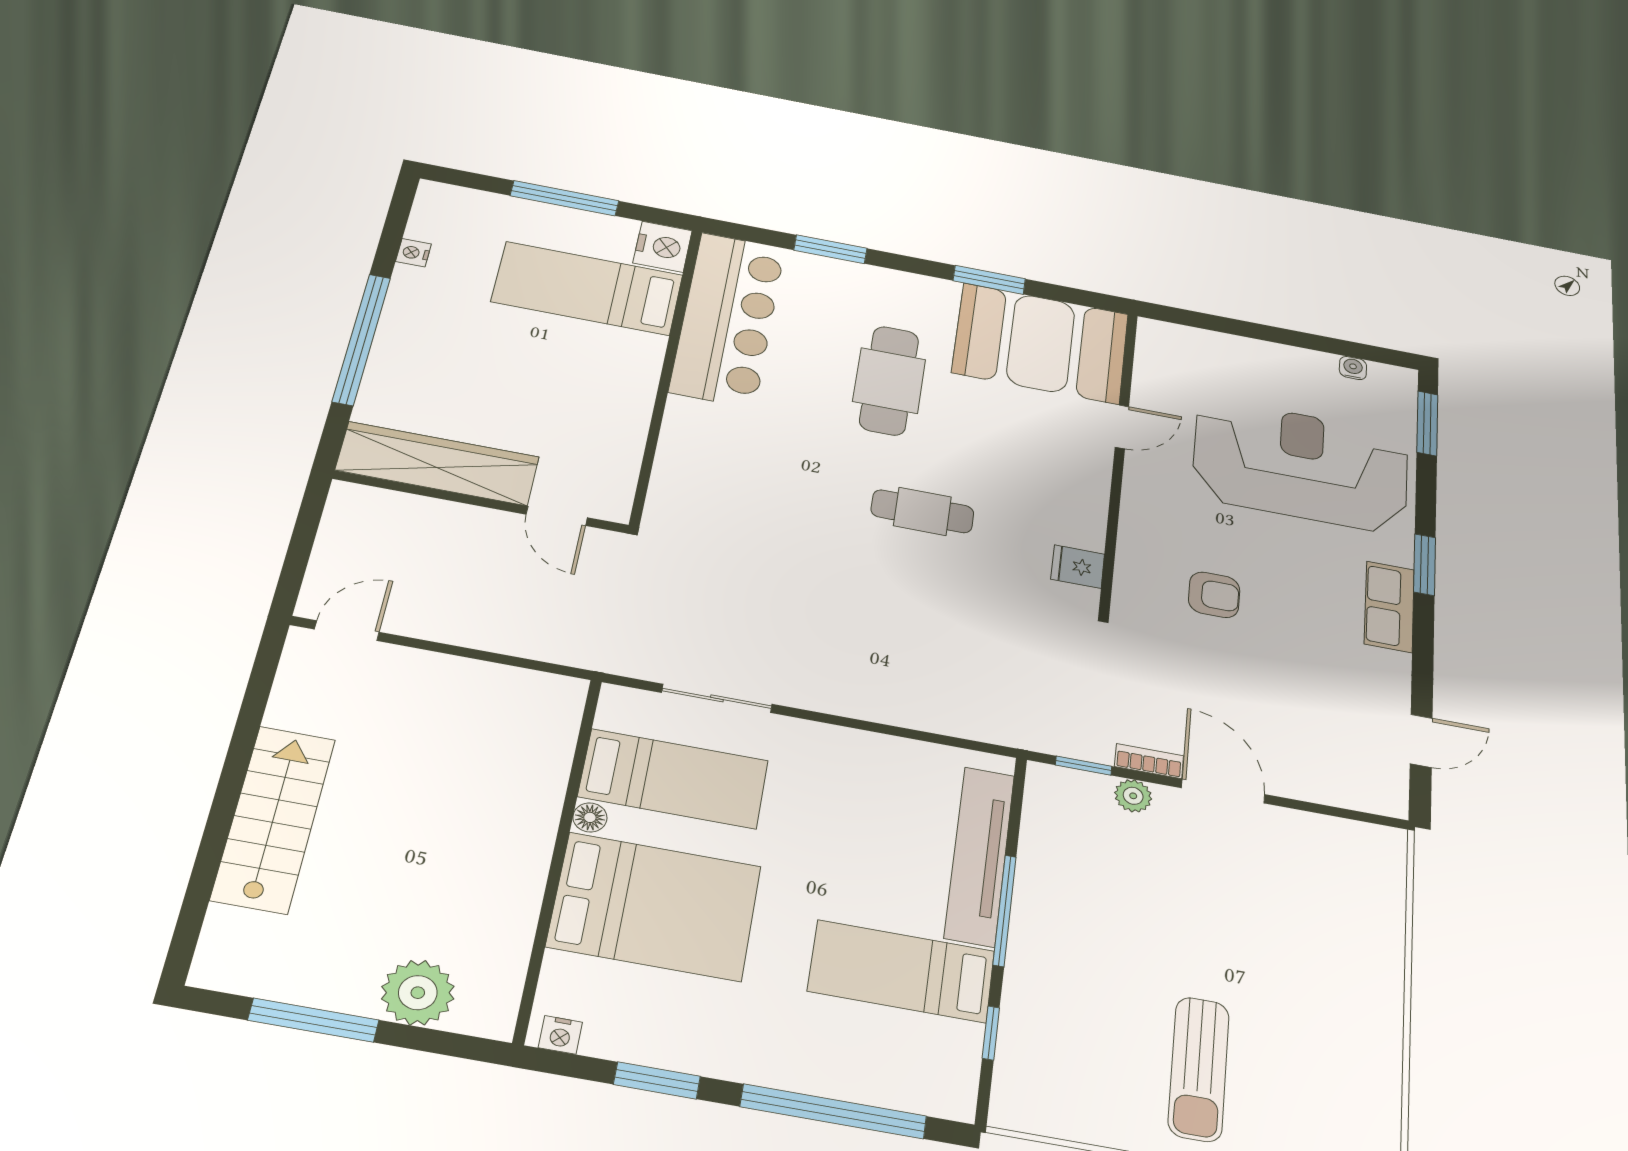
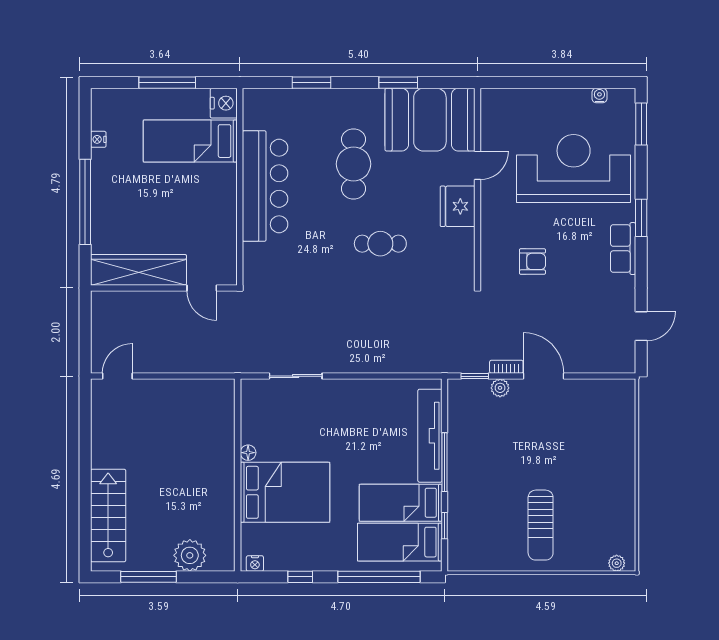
bar counter: (728, 319) -> (265, 186), moved
fridge: (1078, 567) -> (458, 206), moved, width x1.88, depth x1.34
bed: (673, 779) -> (400, 542), moved, turned 180
stairs: (273, 819) -> (108, 515), moved
window: (657, 1080) -> (300, 577), width x0.67

